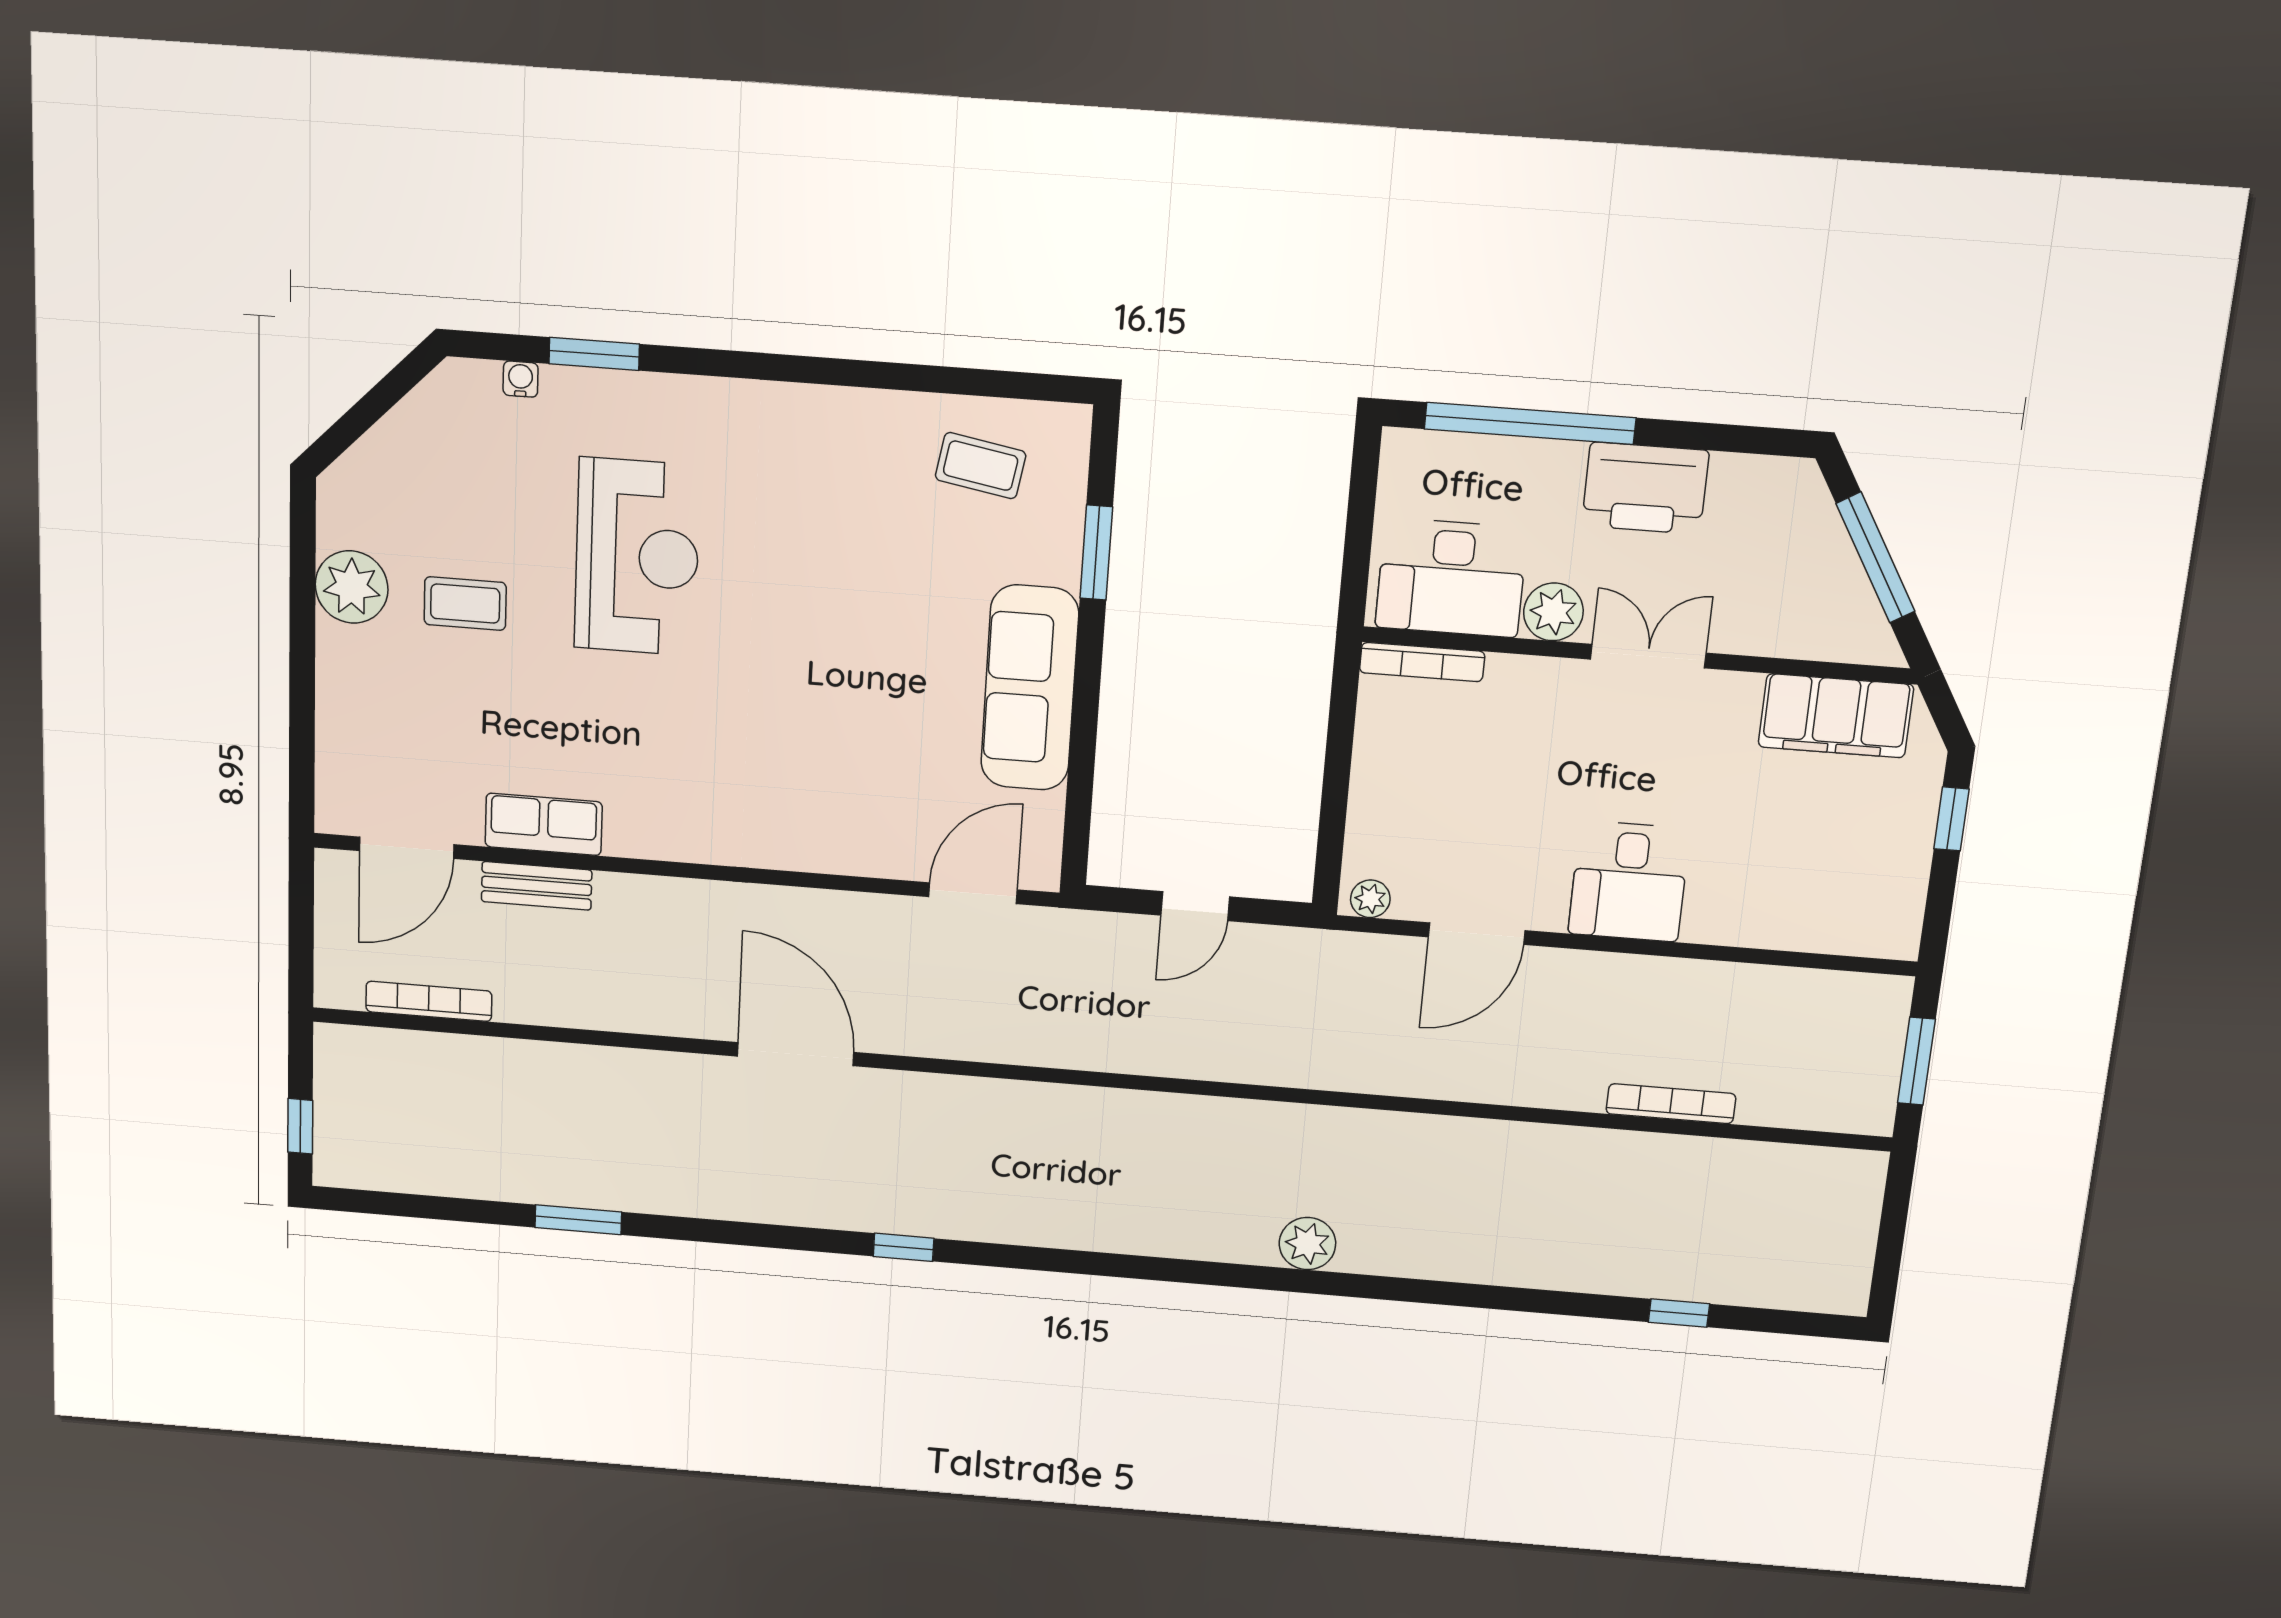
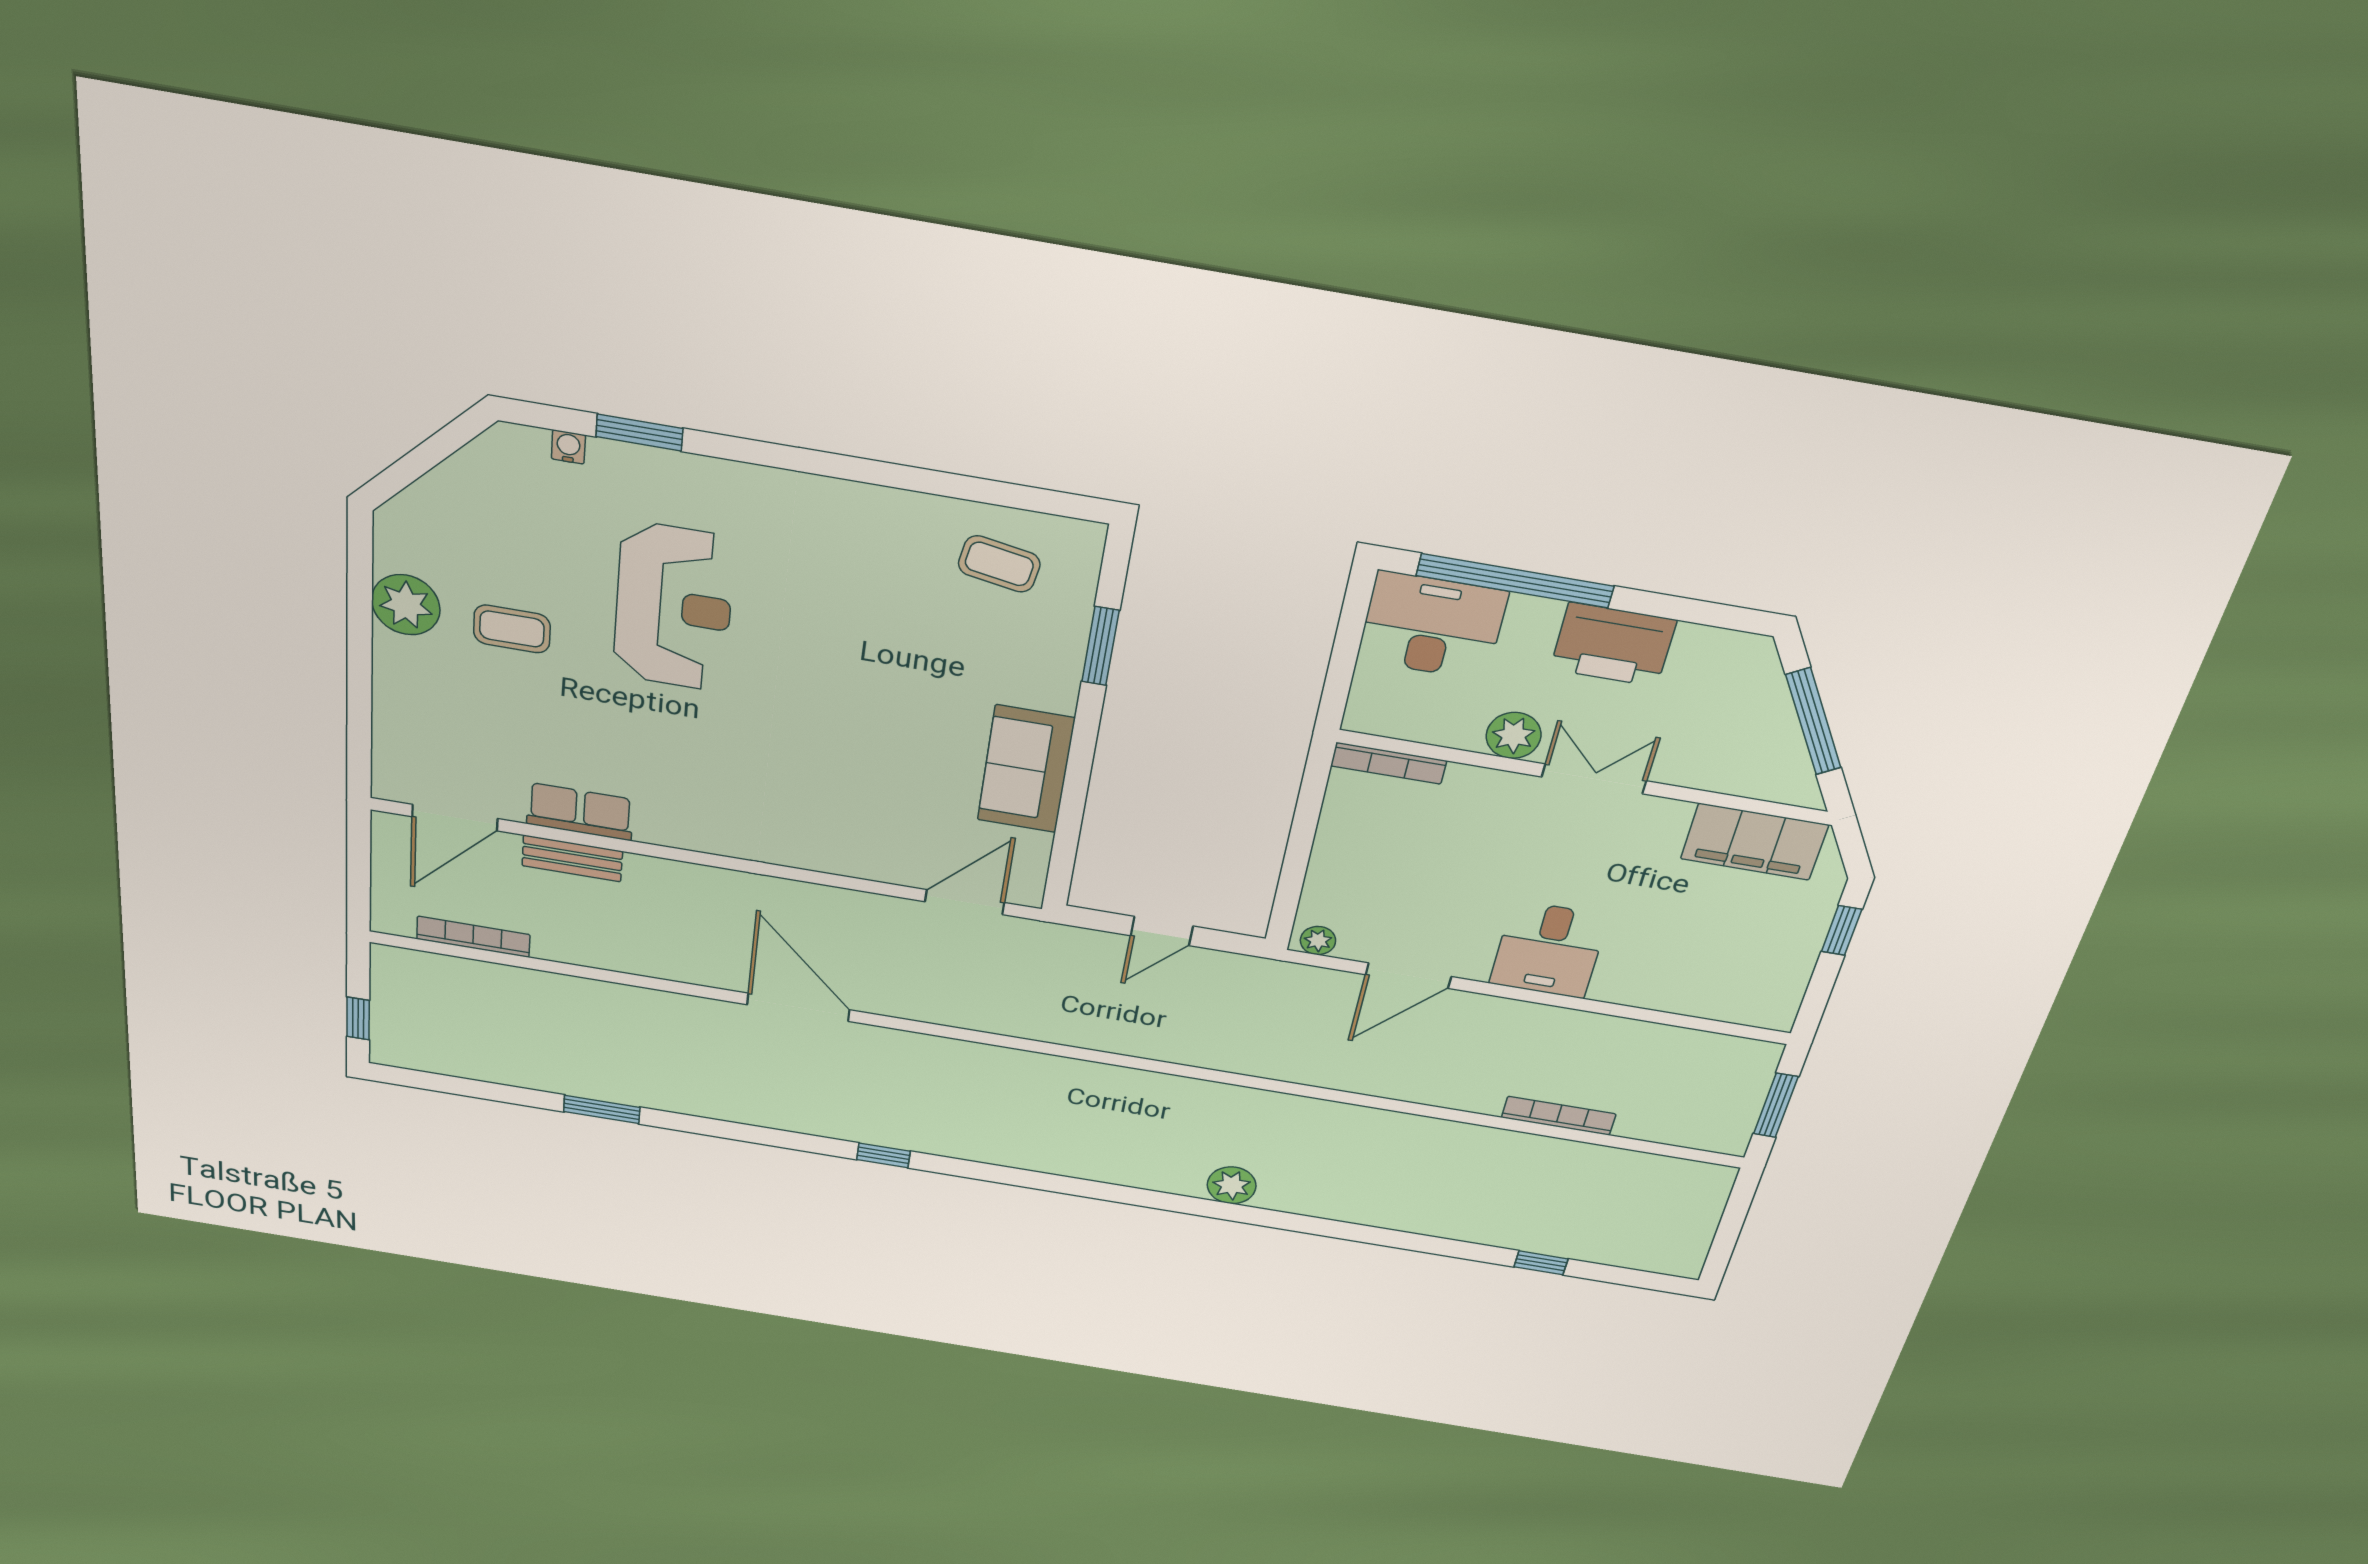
desk: (1451, 578) -> (1432, 626), moved, turned 180
sofa: (1030, 688) -> (1026, 769), width x0.73

